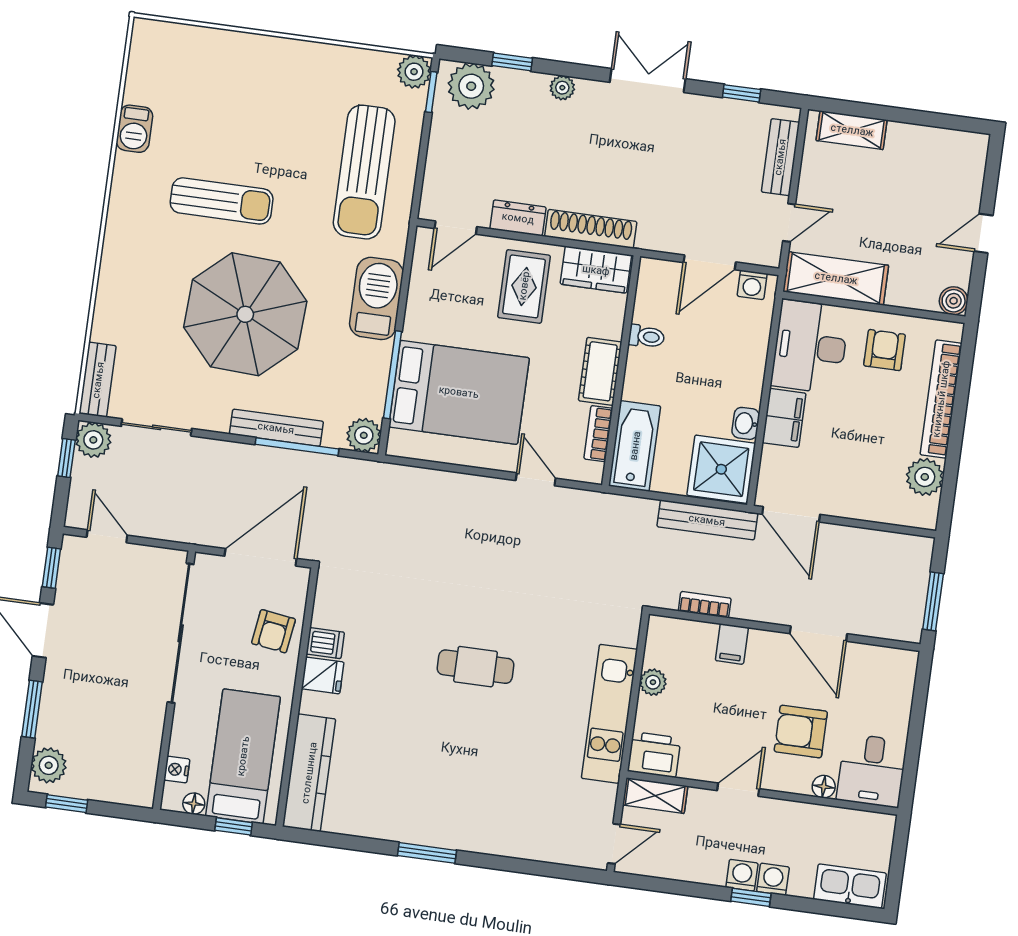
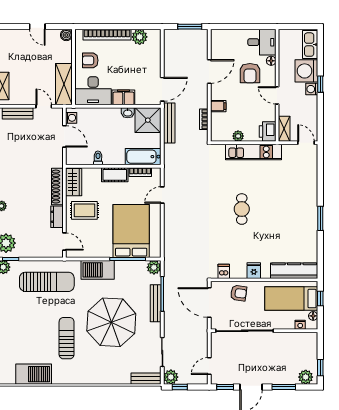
barbecue: (134, 129) -> (34, 374), width x1.88, depth x1.53
dishwasher: (325, 643) -> (224, 271), moved
washing machine: (773, 879) -> (306, 71), width x1.89, depth x1.89

